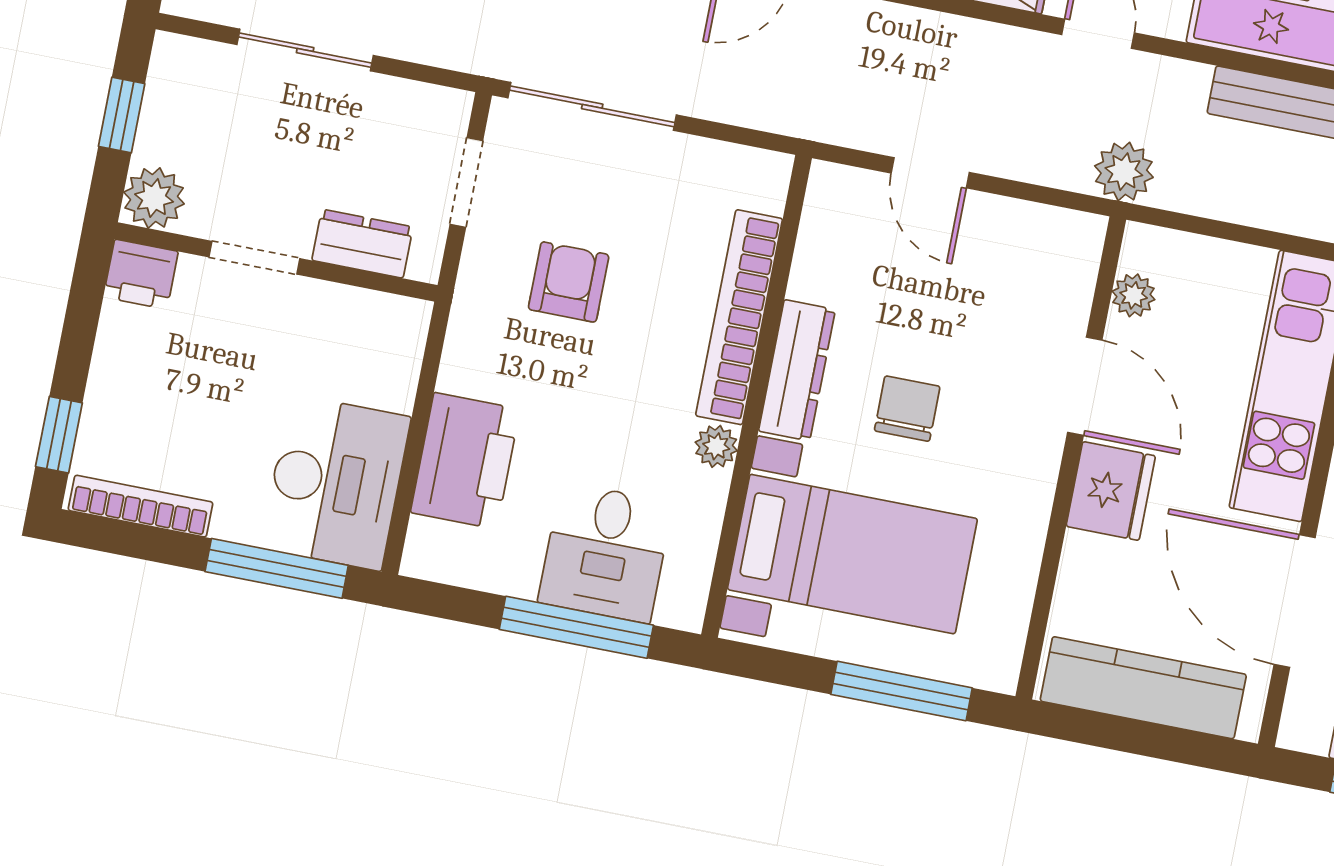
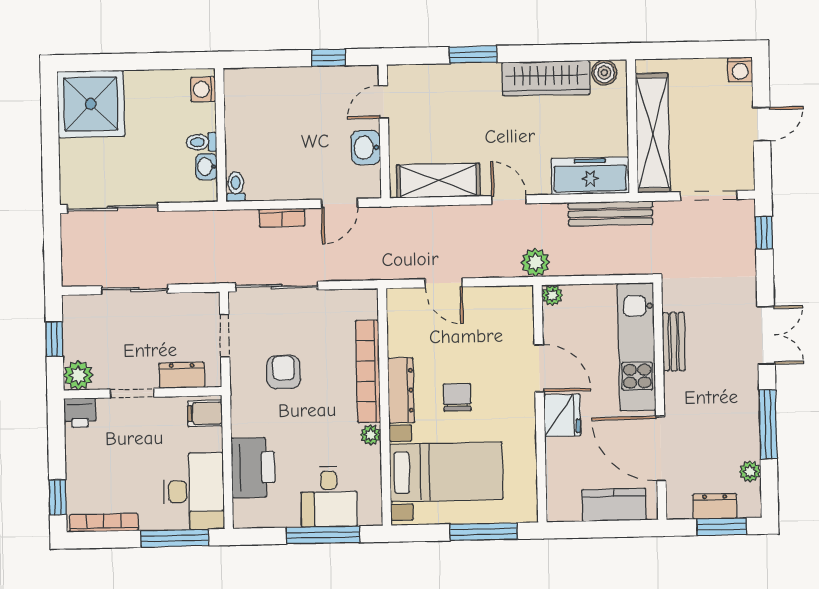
plant: (1134, 295) -> (552, 295), moved
filing cabinet: (392, 330) -> (205, 413), added
kitchen counter: (1143, 688) -> (614, 505), width x0.67

